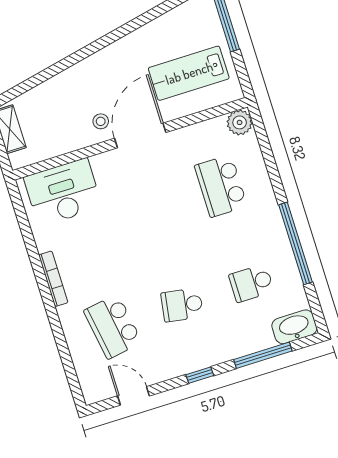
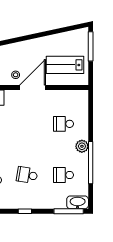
plant: (240, 122) -> (82, 146), moved
school desk: (221, 186) -> (63, 124), width x0.54
window: (263, 355) -> (69, 211), moved

